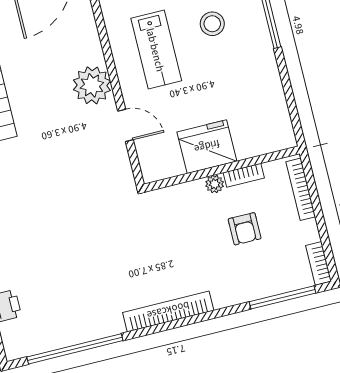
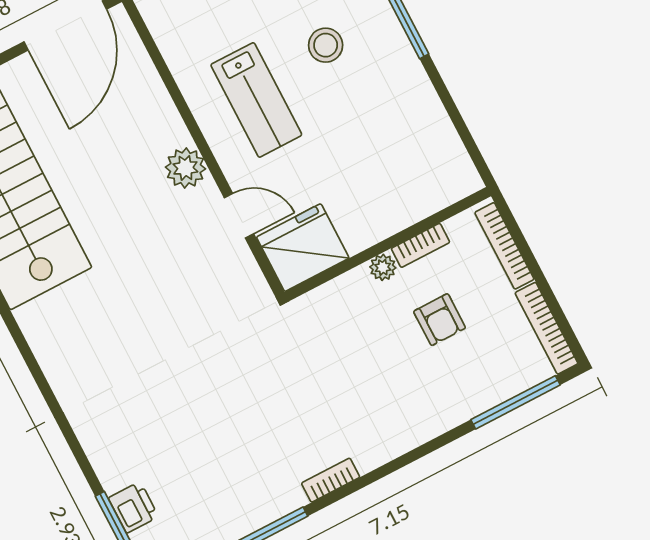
plant: (92, 85) -> (185, 168), width x0.73, depth x0.73
fridge: (207, 147) -> (303, 248), moved
bookcase: (319, 263) -> (546, 328), width x1.56
bookcase: (168, 311) -> (331, 480), width x0.43, depth x0.76

